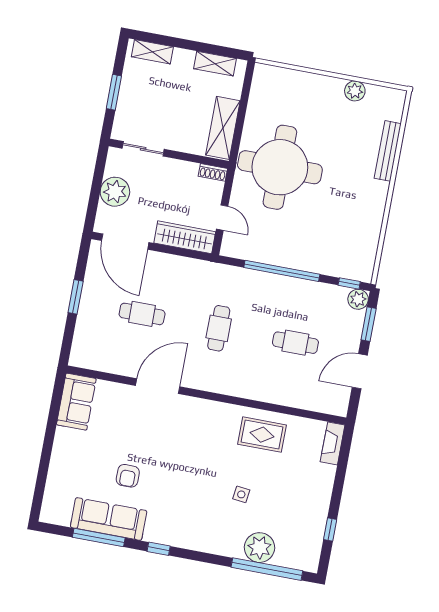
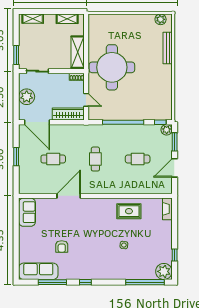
plant: (355, 91) -> (161, 19), moved
window: (114, 92) -> (16, 55), moved
sofa: (109, 519) -> (38, 271), moved
plant: (260, 548) -> (164, 271), moved

